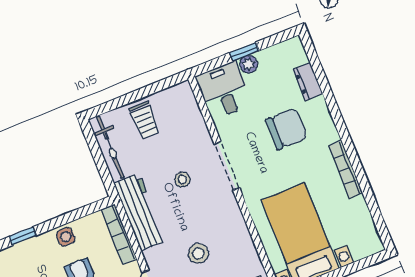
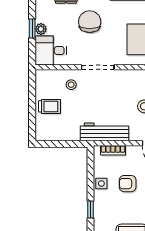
bicycle: (110, 147) -> (58, 134), removed
stool: (182, 180) -> (71, 85), moved
bookcase: (119, 234) -> (113, 150), width x0.64

